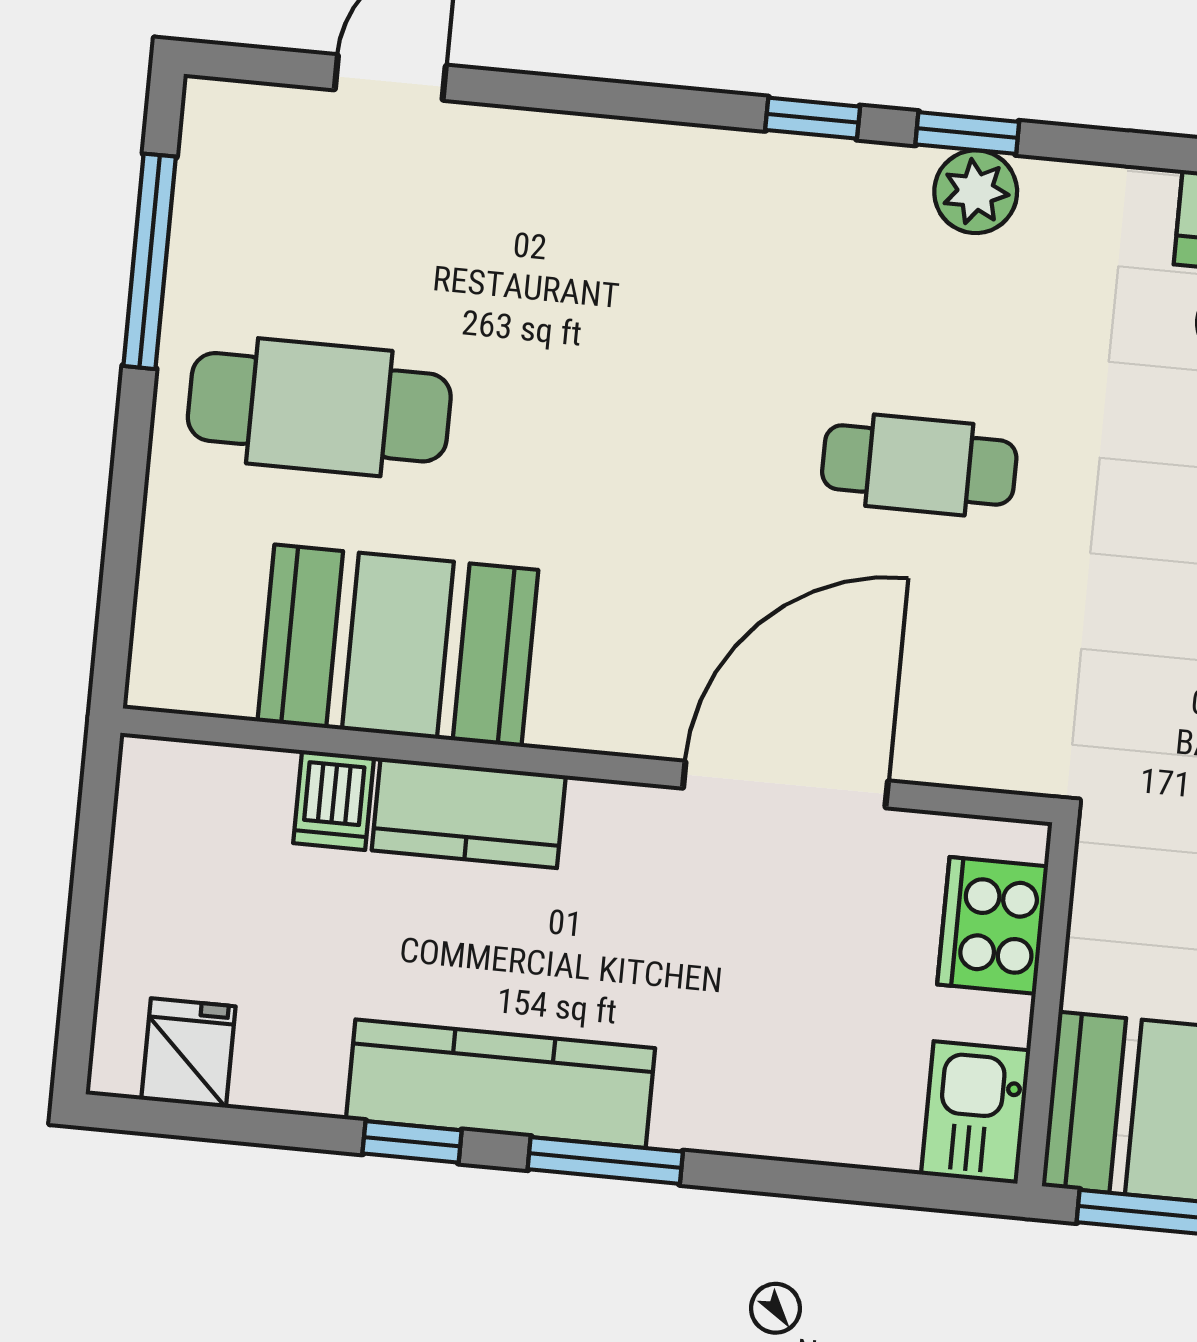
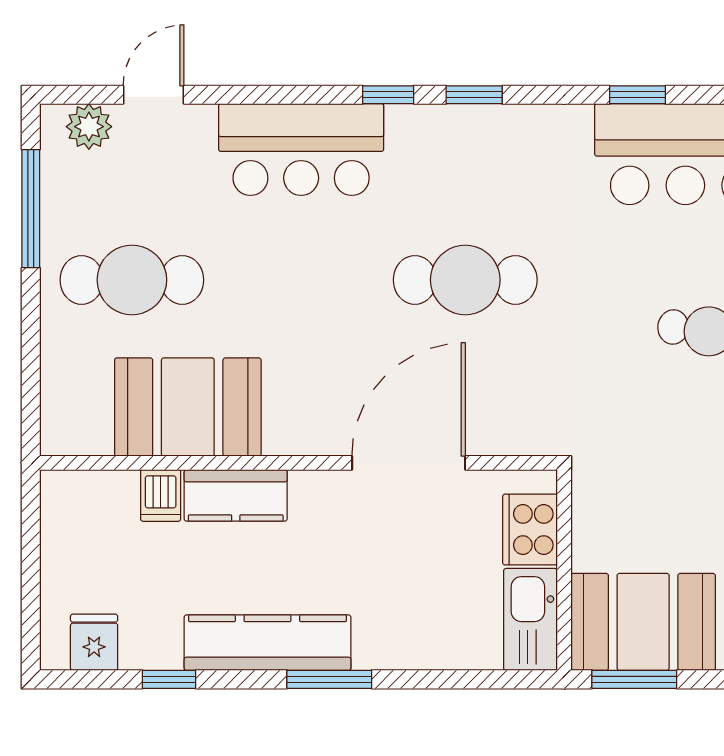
plant: (976, 192) -> (89, 127), moved
bar counter: (646, 202) -> (301, 150), added
cafe table: (919, 465) -> (465, 280), width x1.37, depth x1.35
kitchen sink: (976, 1113) -> (531, 619), width x1.38
window: (412, 1142) -> (169, 679), moved

